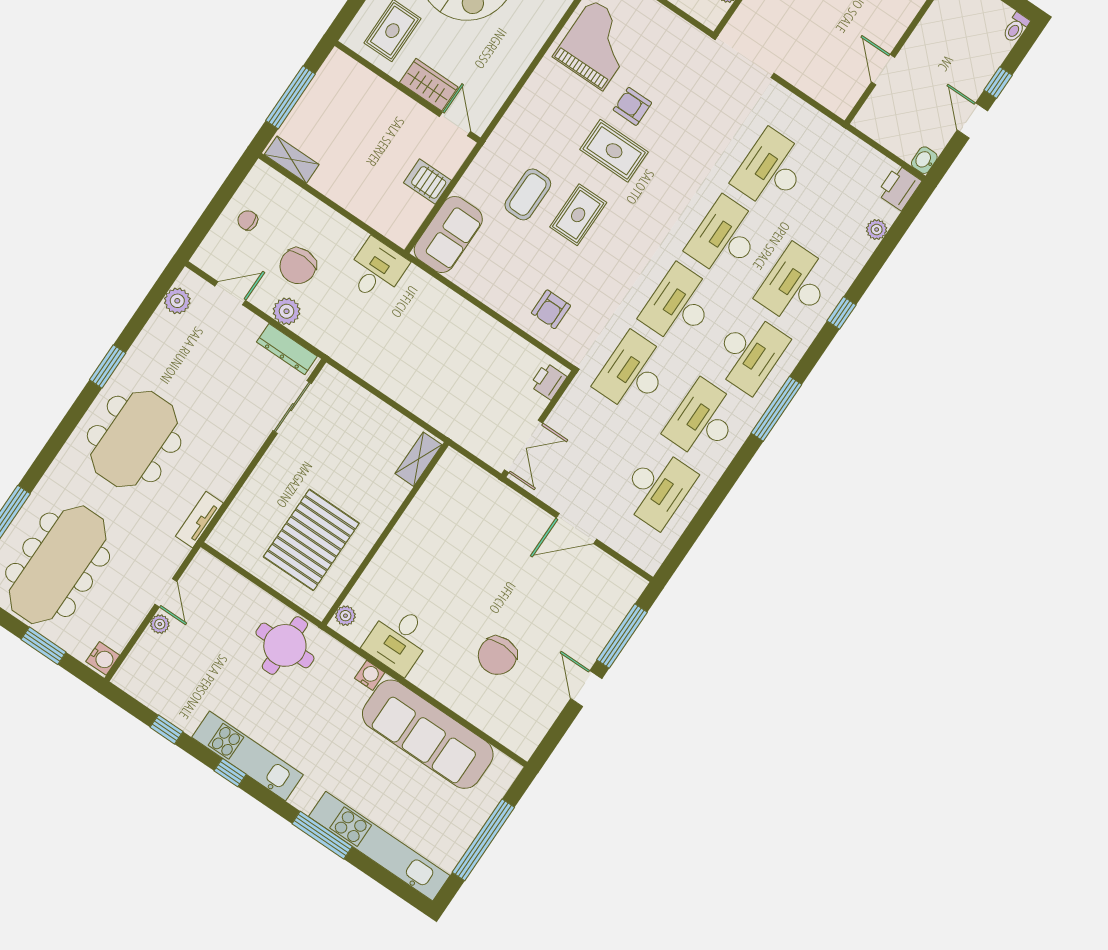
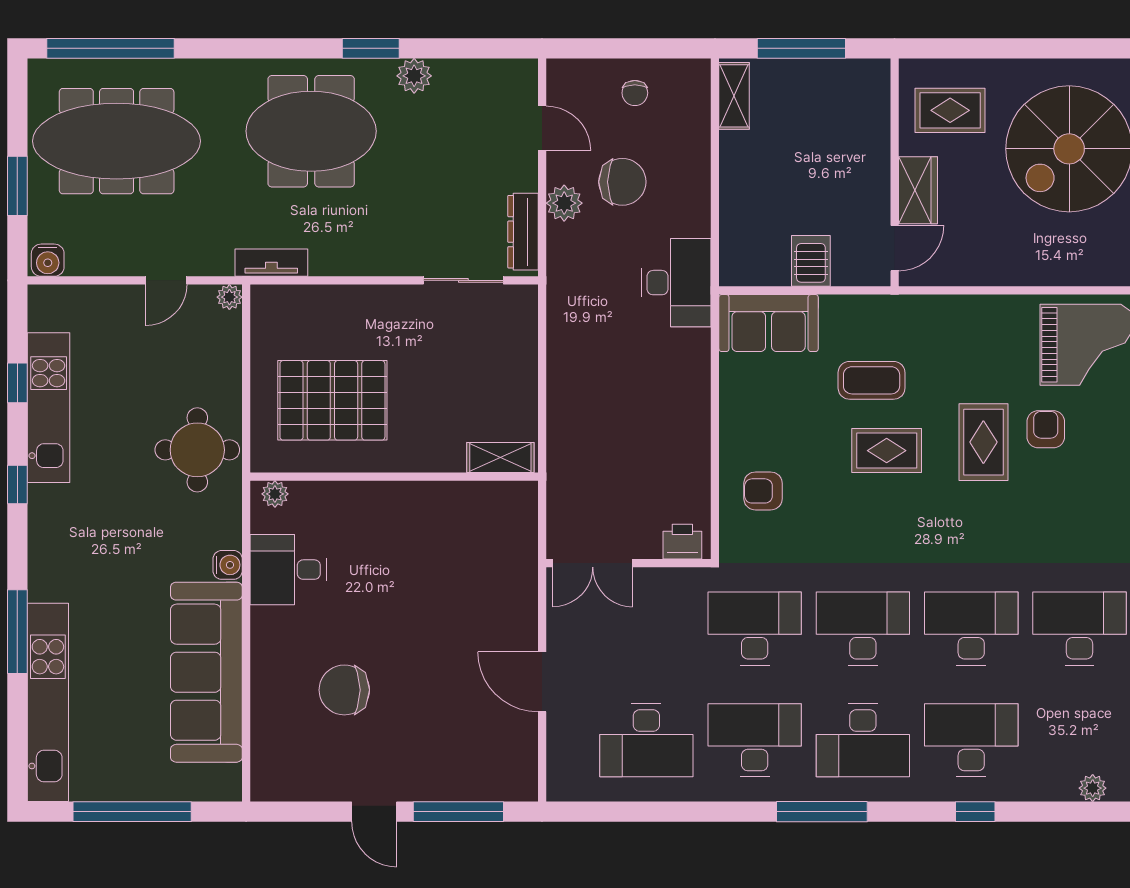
chair: (248, 220) -> (635, 93), turned 180
chair: (298, 266) -> (622, 182), turned 180
desk: (376, 270) -> (676, 283), width x1.37
plant: (177, 301) -> (414, 76), moved
plant: (160, 624) -> (229, 297), moved
door: (586, 689) -> (374, 812), swing flipped
kitchen unit: (248, 756) -> (49, 408), moved

